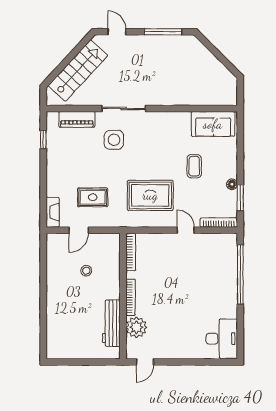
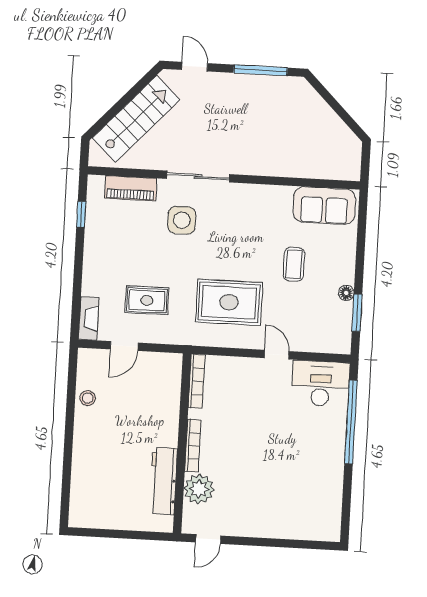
bookcase: (219, 223) -> (324, 346), removed
stool: (86, 271) -> (88, 398), moved
desk: (222, 339) -> (321, 383), moved, turned -90

